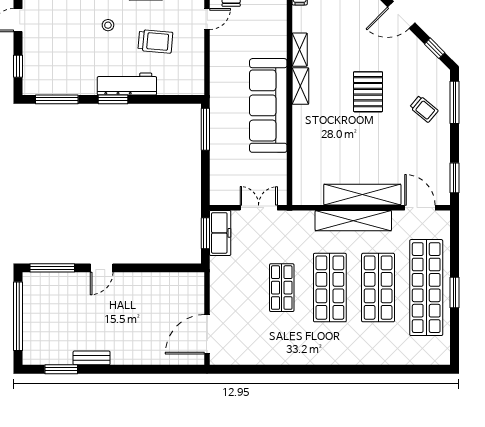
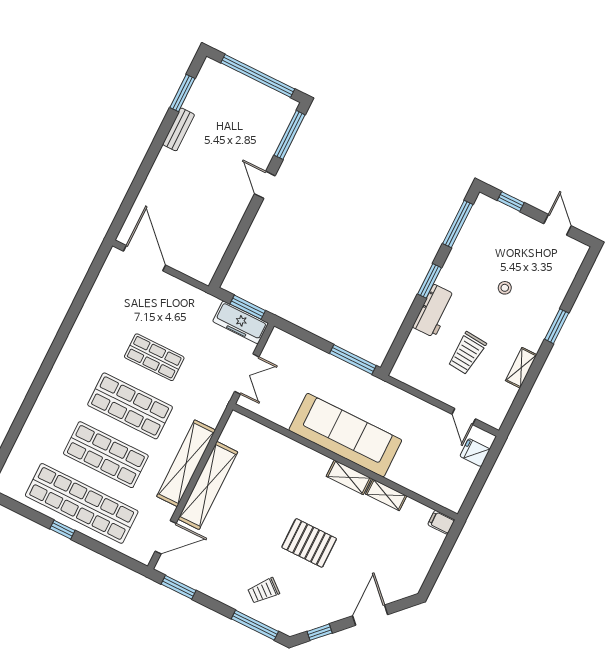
stool: (108, 25) -> (505, 288), moved
workbench: (127, 84) -> (434, 311), width x0.73
window: (455, 293) -> (62, 530), width x0.67

